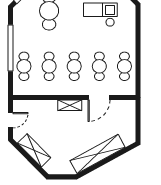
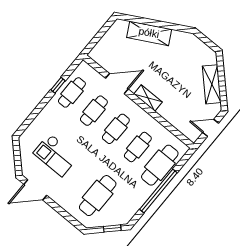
window: (138, 63) -> (58, 85), added
cafe table: (24, 66) -> (160, 165), width x1.37, depth x1.35
shelving: (98, 154) -> (149, 33), width x0.68

